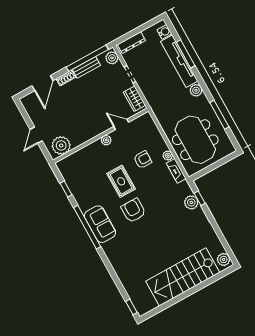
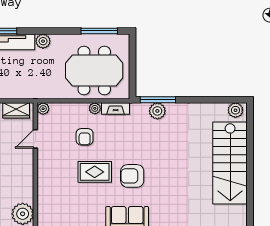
window: (219, 115) -> (99, 31), moved
plant: (106, 140) -> (43, 109), moved
armchair: (143, 160) -> (85, 137), turned 180
window: (200, 198) -> (158, 100), width x2.17

